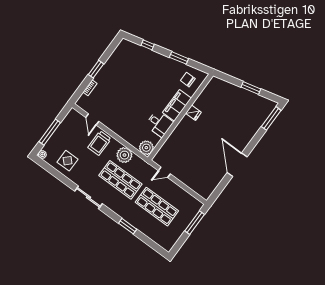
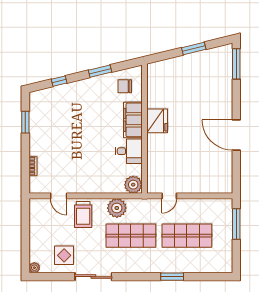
window: (96, 69) -> (25, 122), moved
fridge: (193, 113) -> (157, 121), width x1.88, depth x1.34
window: (50, 132) -> (25, 240), removed
sliding door: (88, 197) -> (93, 277), moved

